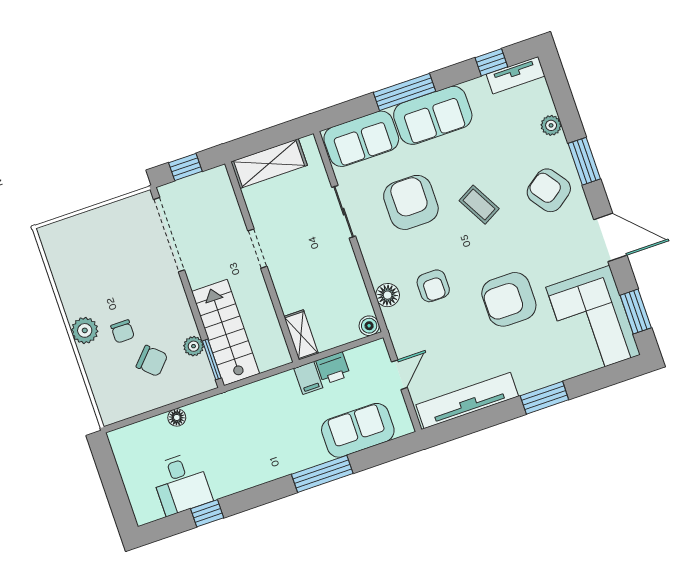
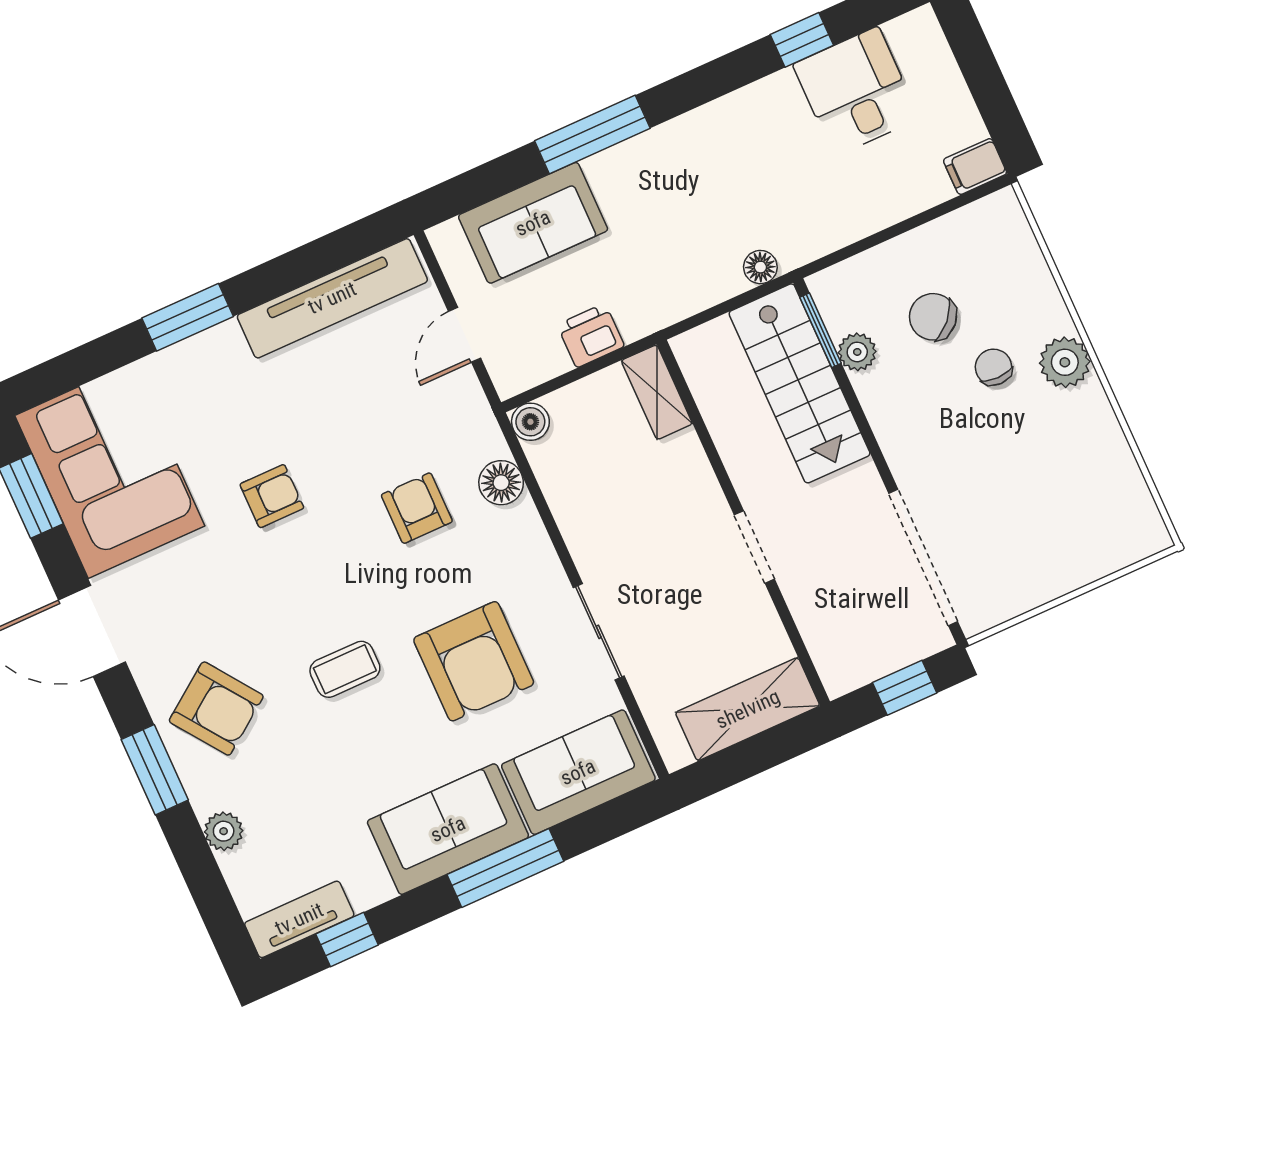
coffee table: (479, 205) -> (345, 669), turned -61
armchair: (509, 299) -> (272, 496), width x0.53, depth x0.53
filing cabinet: (308, 378) -> (975, 167), moved, turned -90
floor lamp: (177, 417) -> (760, 267), moved

